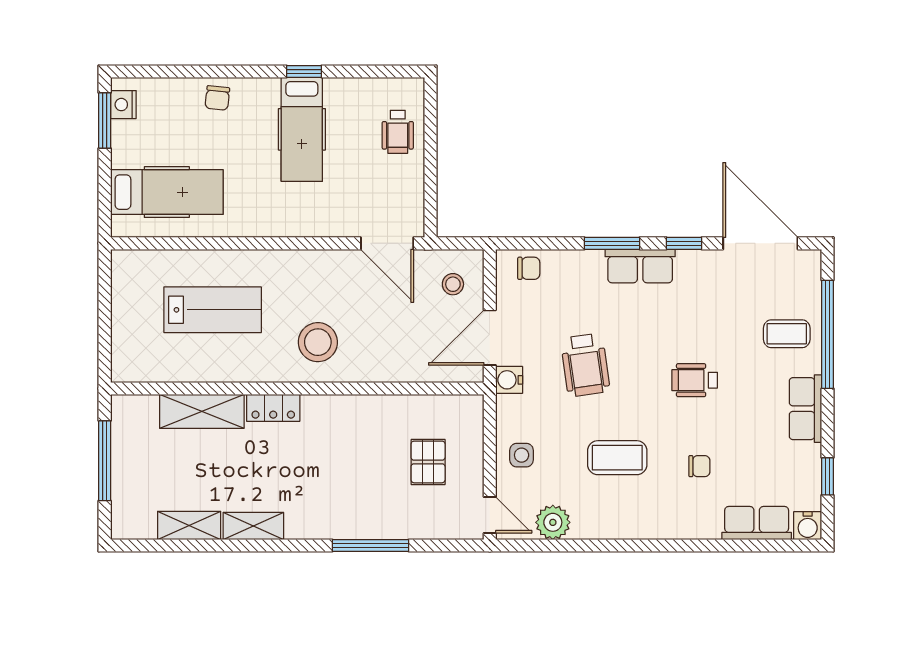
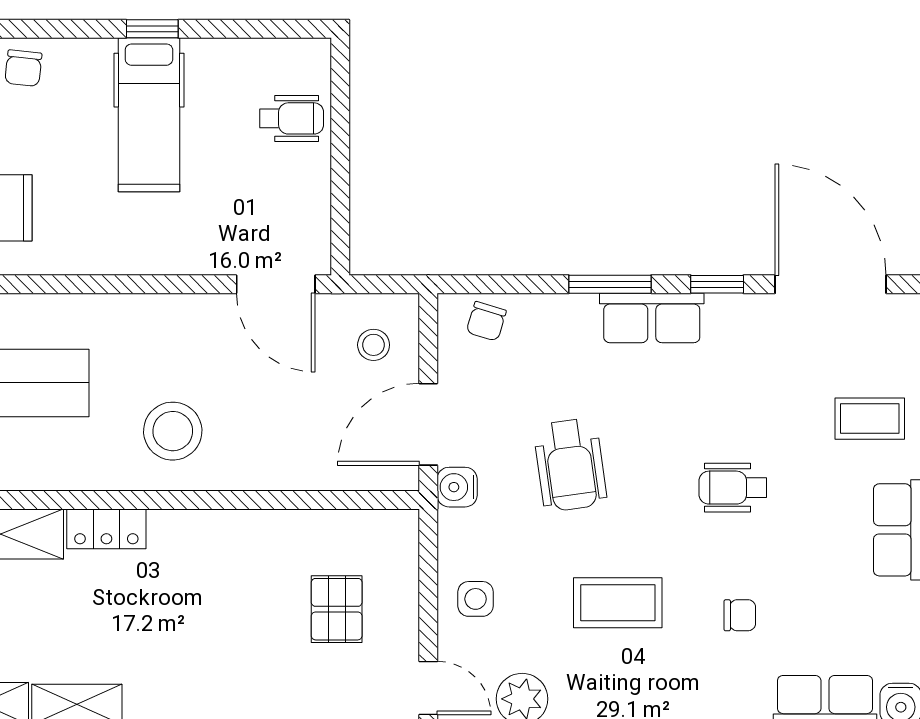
wheelchair: (398, 132) -> (292, 118), turned -90
chair: (529, 268) -> (486, 321), turned 107

